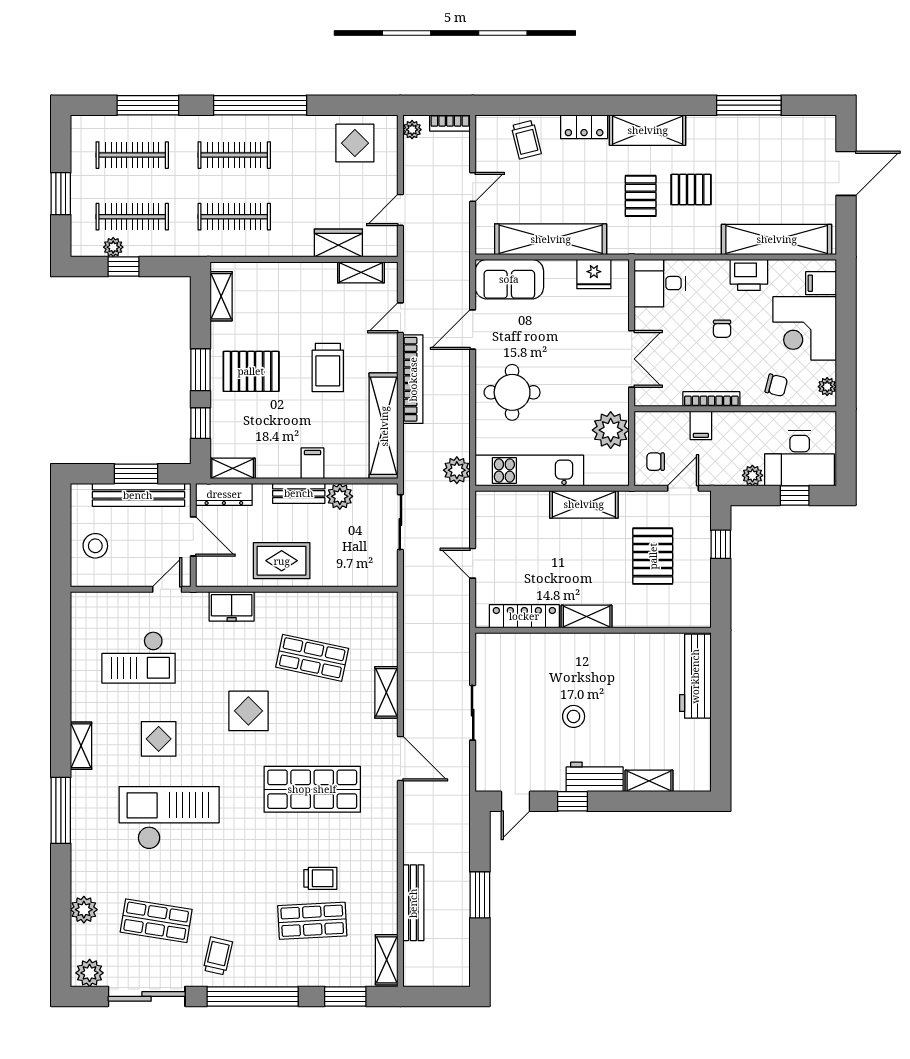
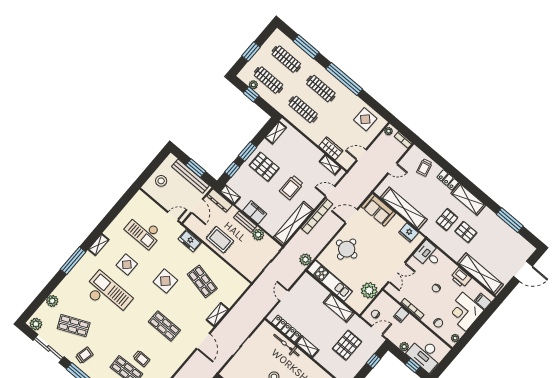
filing cabinet: (313, 463) -> (255, 212), width x2.00
bicycle: (549, 644) -> (286, 345), added
shop shelf: (312, 789) -> (164, 326), width x0.70, depth x0.74
shop shelf: (156, 921) -> (74, 326), turned -33

